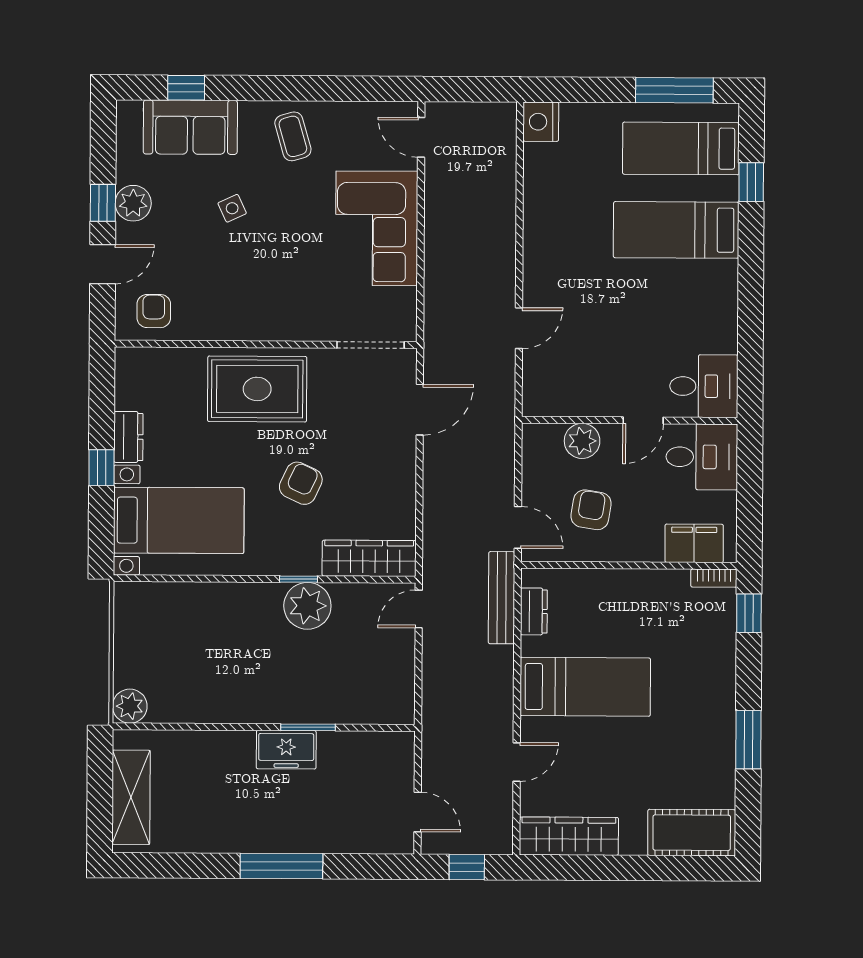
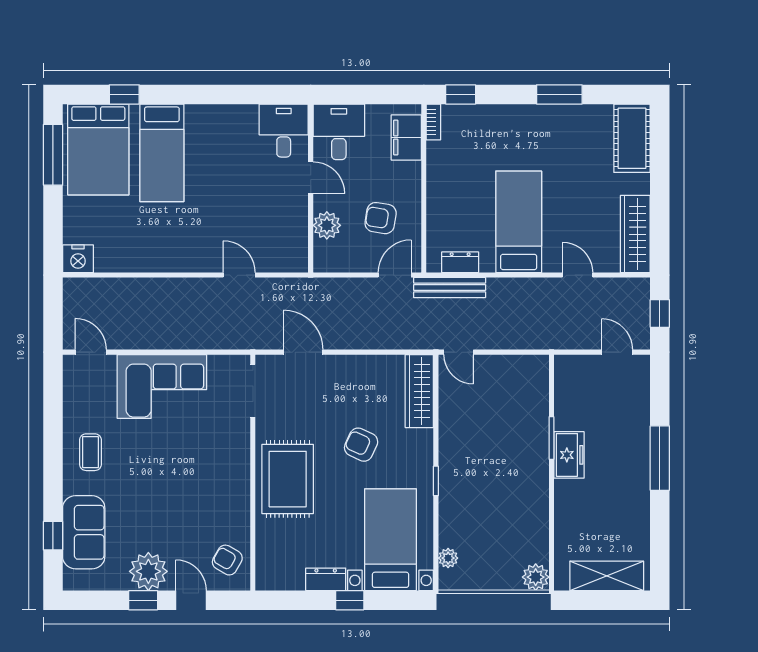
coffee table: (293, 136) -> (90, 452), turned -74
door: (421, 137) -> (91, 352), swing flipped
bed: (681, 148) -> (98, 149), width x1.50
plant: (133, 203) -> (148, 571), width x1.36, depth x1.36
side table: (232, 208) -> (147, 499), removed
armchair: (154, 311) -> (227, 560), turned 30
window: (299, 579) -> (436, 481), moved
plant: (307, 606) -> (448, 558), moved, width x0.53, depth x0.53
door: (418, 812) -> (617, 352), hinge flipped

